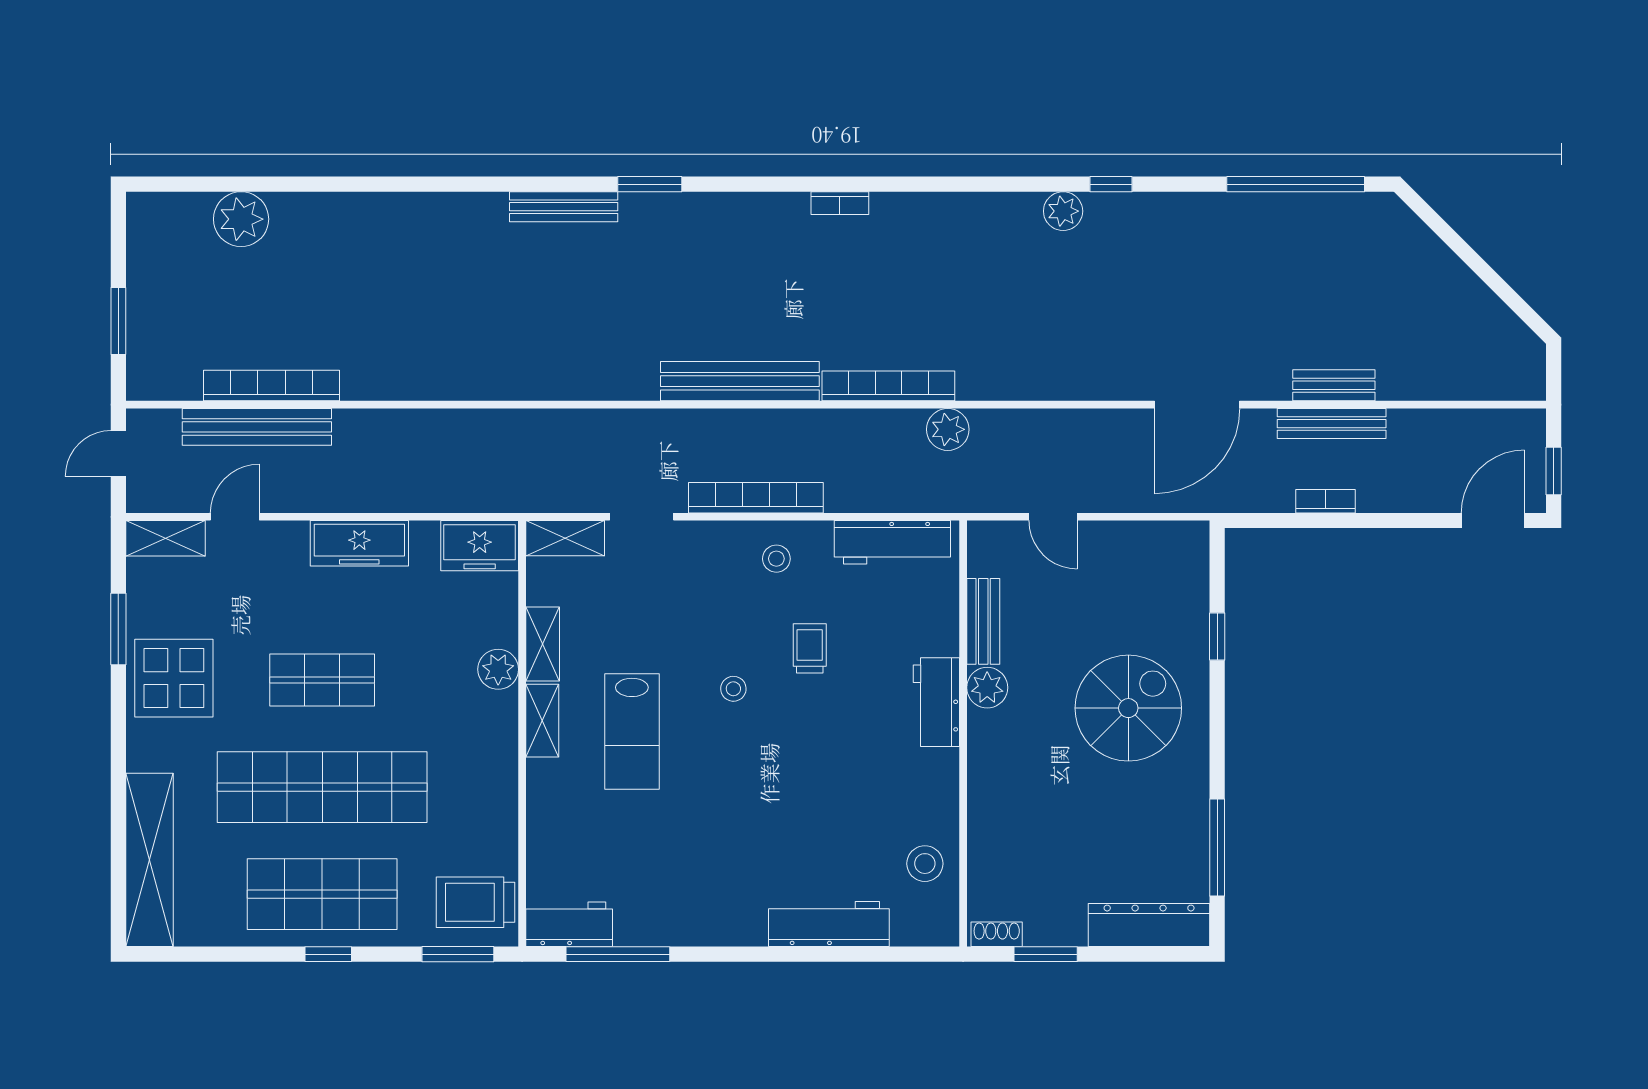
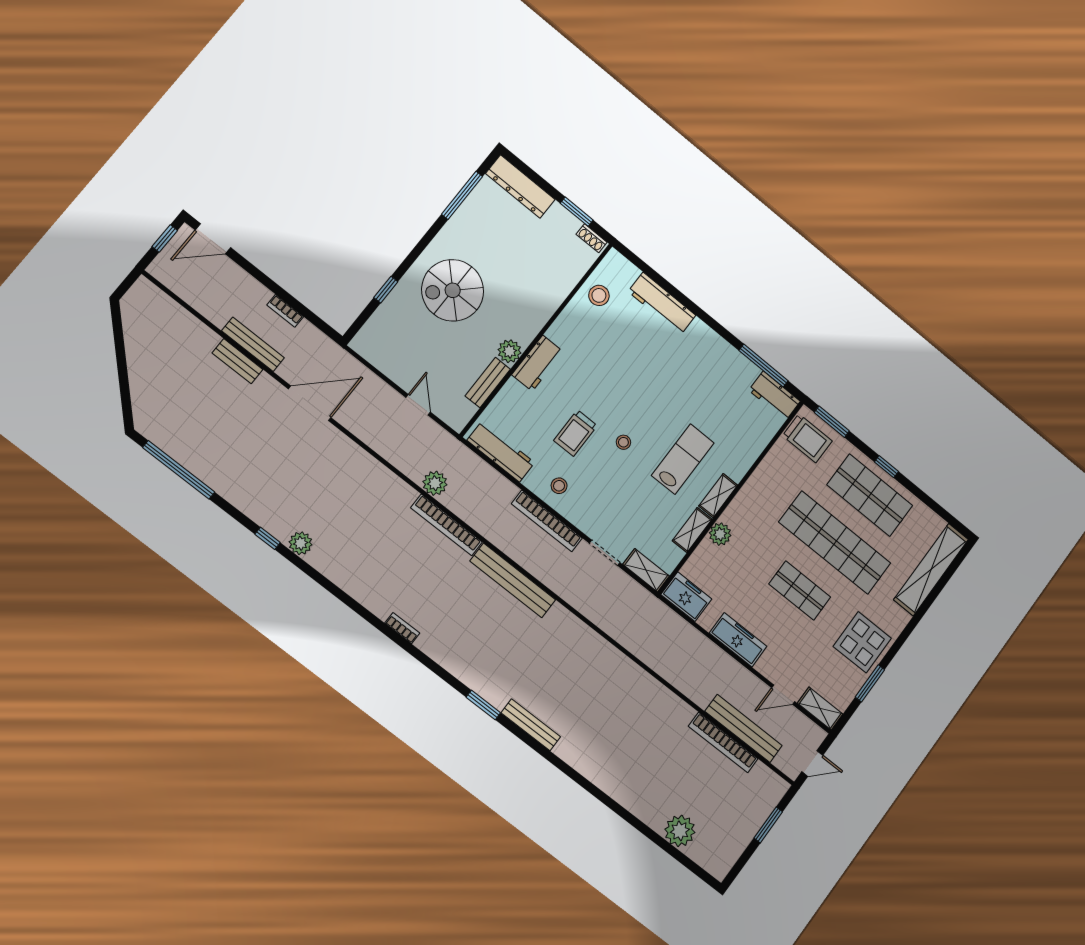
trolley: (810, 648) -> (576, 433), width x1.36, depth x1.39

